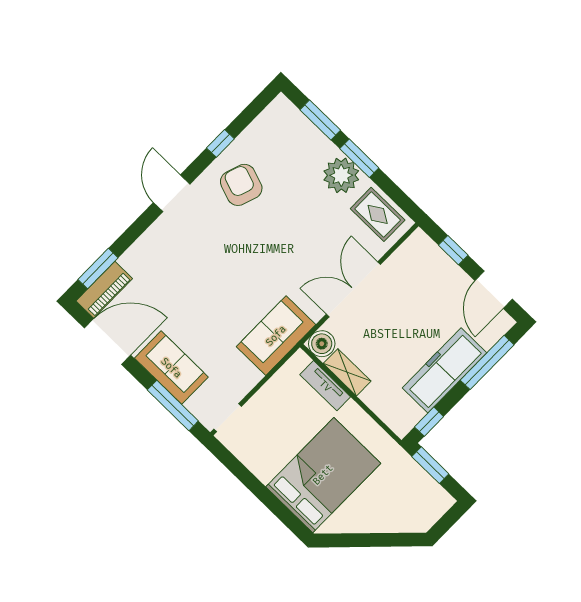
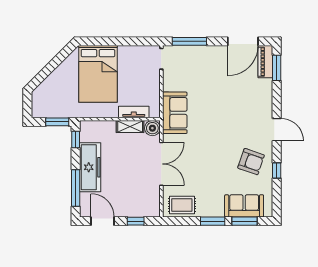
plant: (341, 175) -> (213, 207), removed
sofa: (171, 368) -> (244, 206), moved, turned 180

